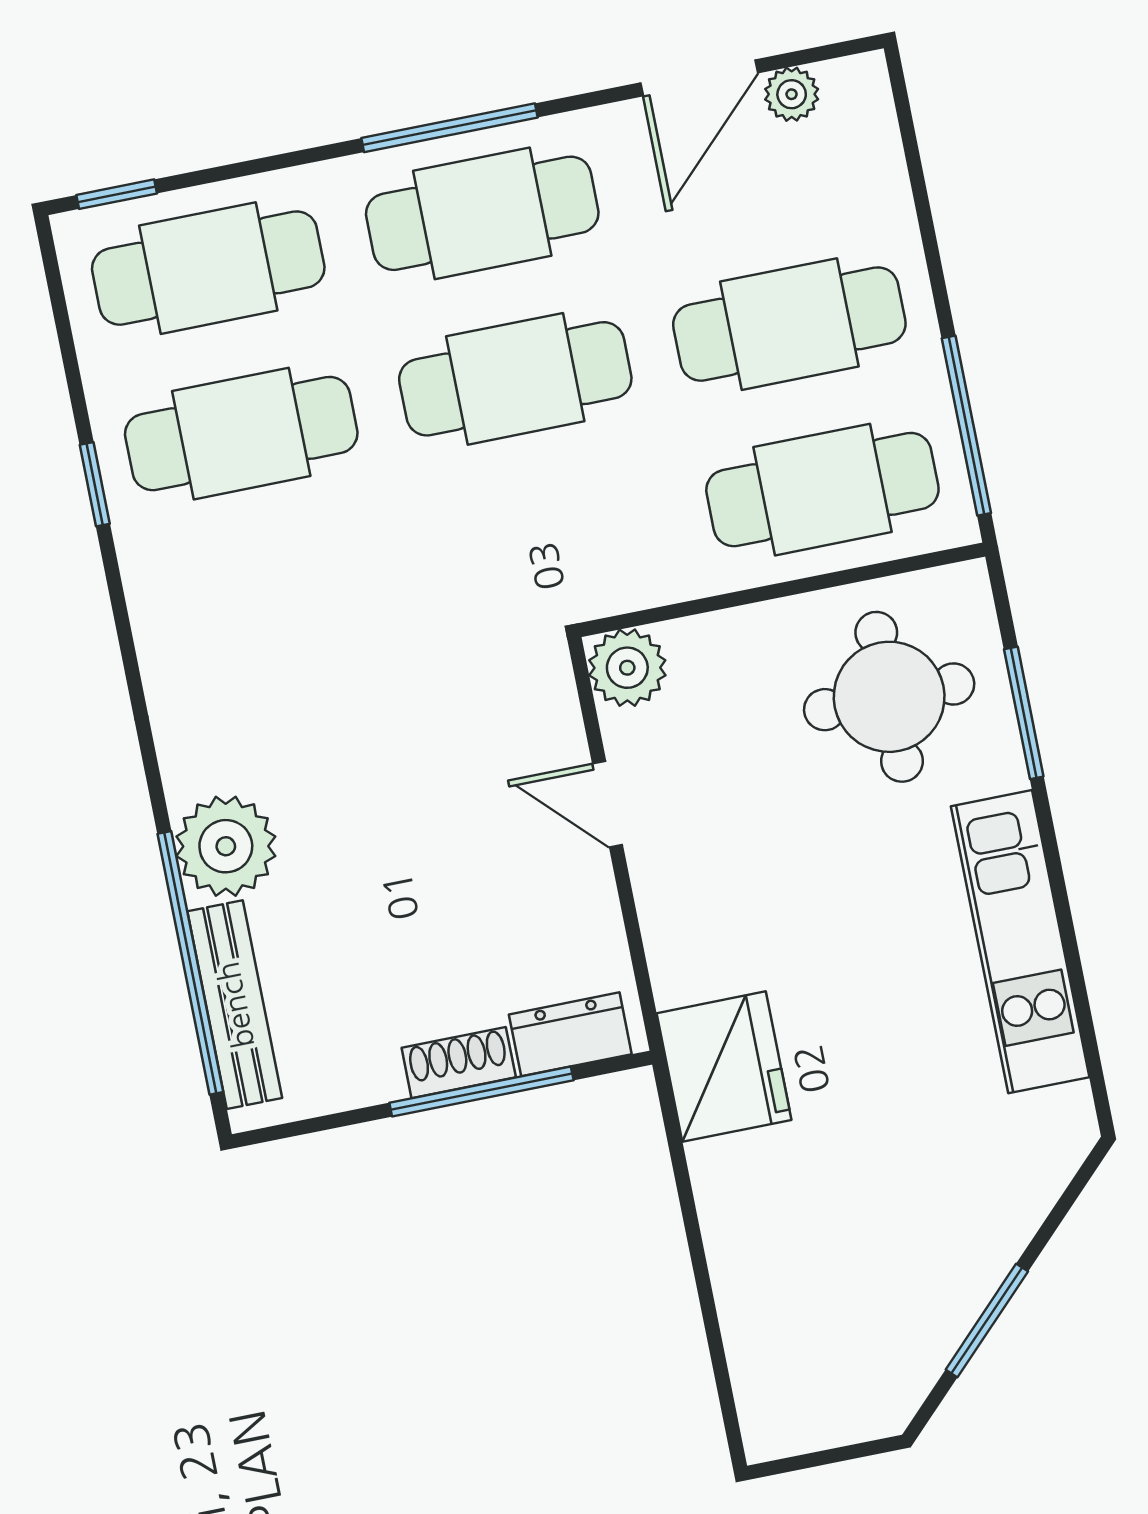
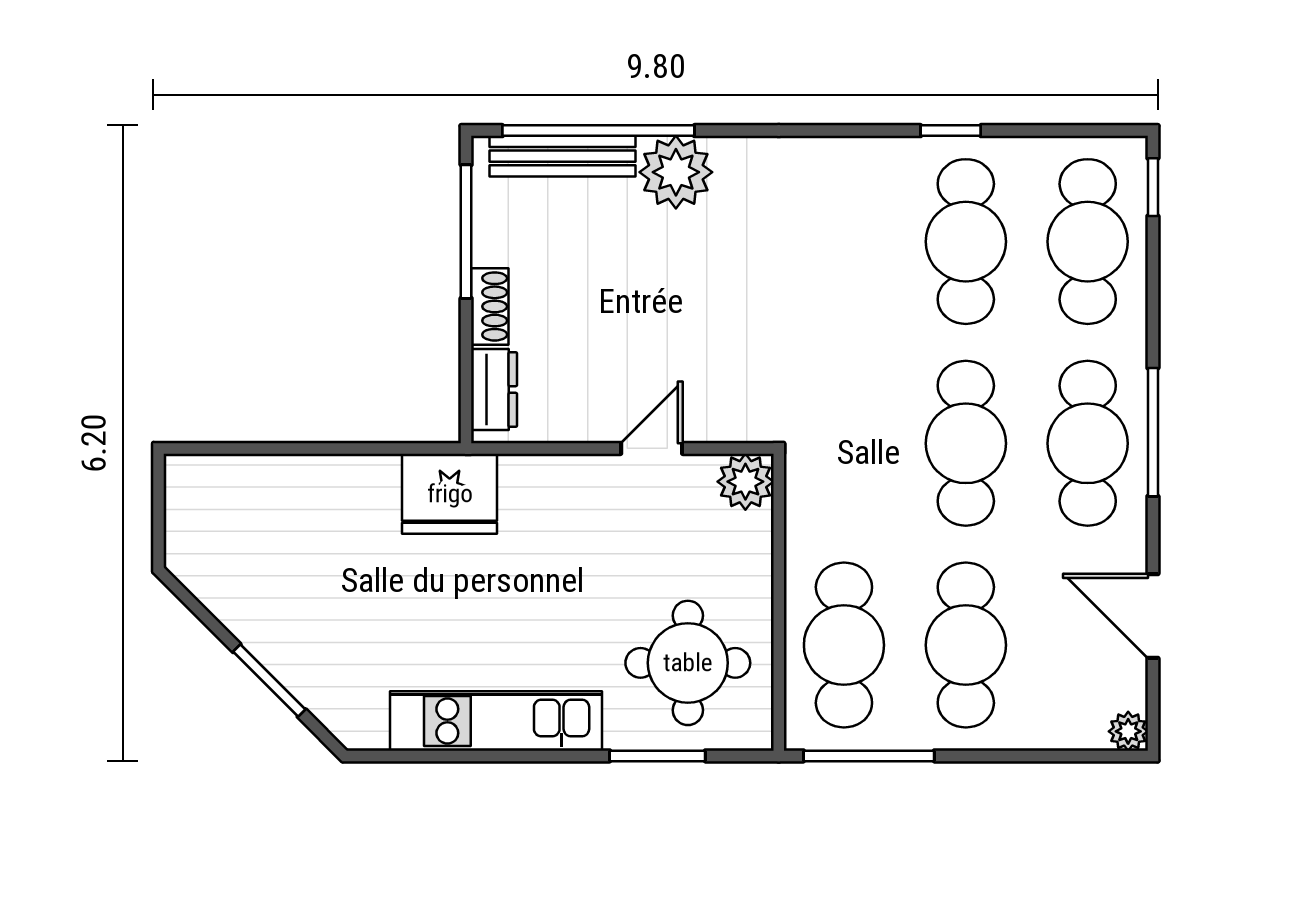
plant: (792, 94) -> (1128, 731), moved
window: (481, 1092) -> (466, 232), moved
window: (987, 1321) -> (269, 681), moved

